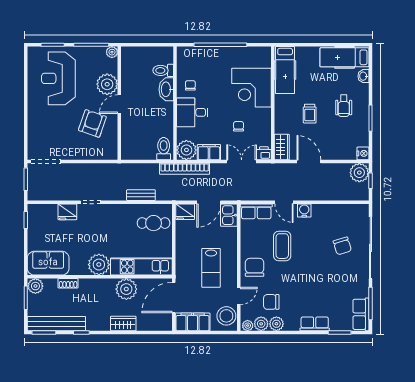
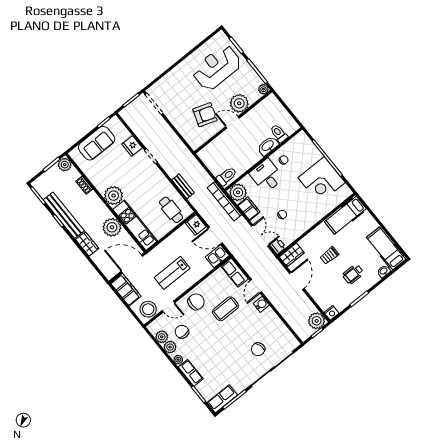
corner desk: (252, 88) -> (322, 180), moved, turned -90
sofa: (48, 263) -> (97, 143), moved, turned 90
bench: (56, 324) -> (64, 215), moved
plant: (248, 326) -> (178, 360), moved

